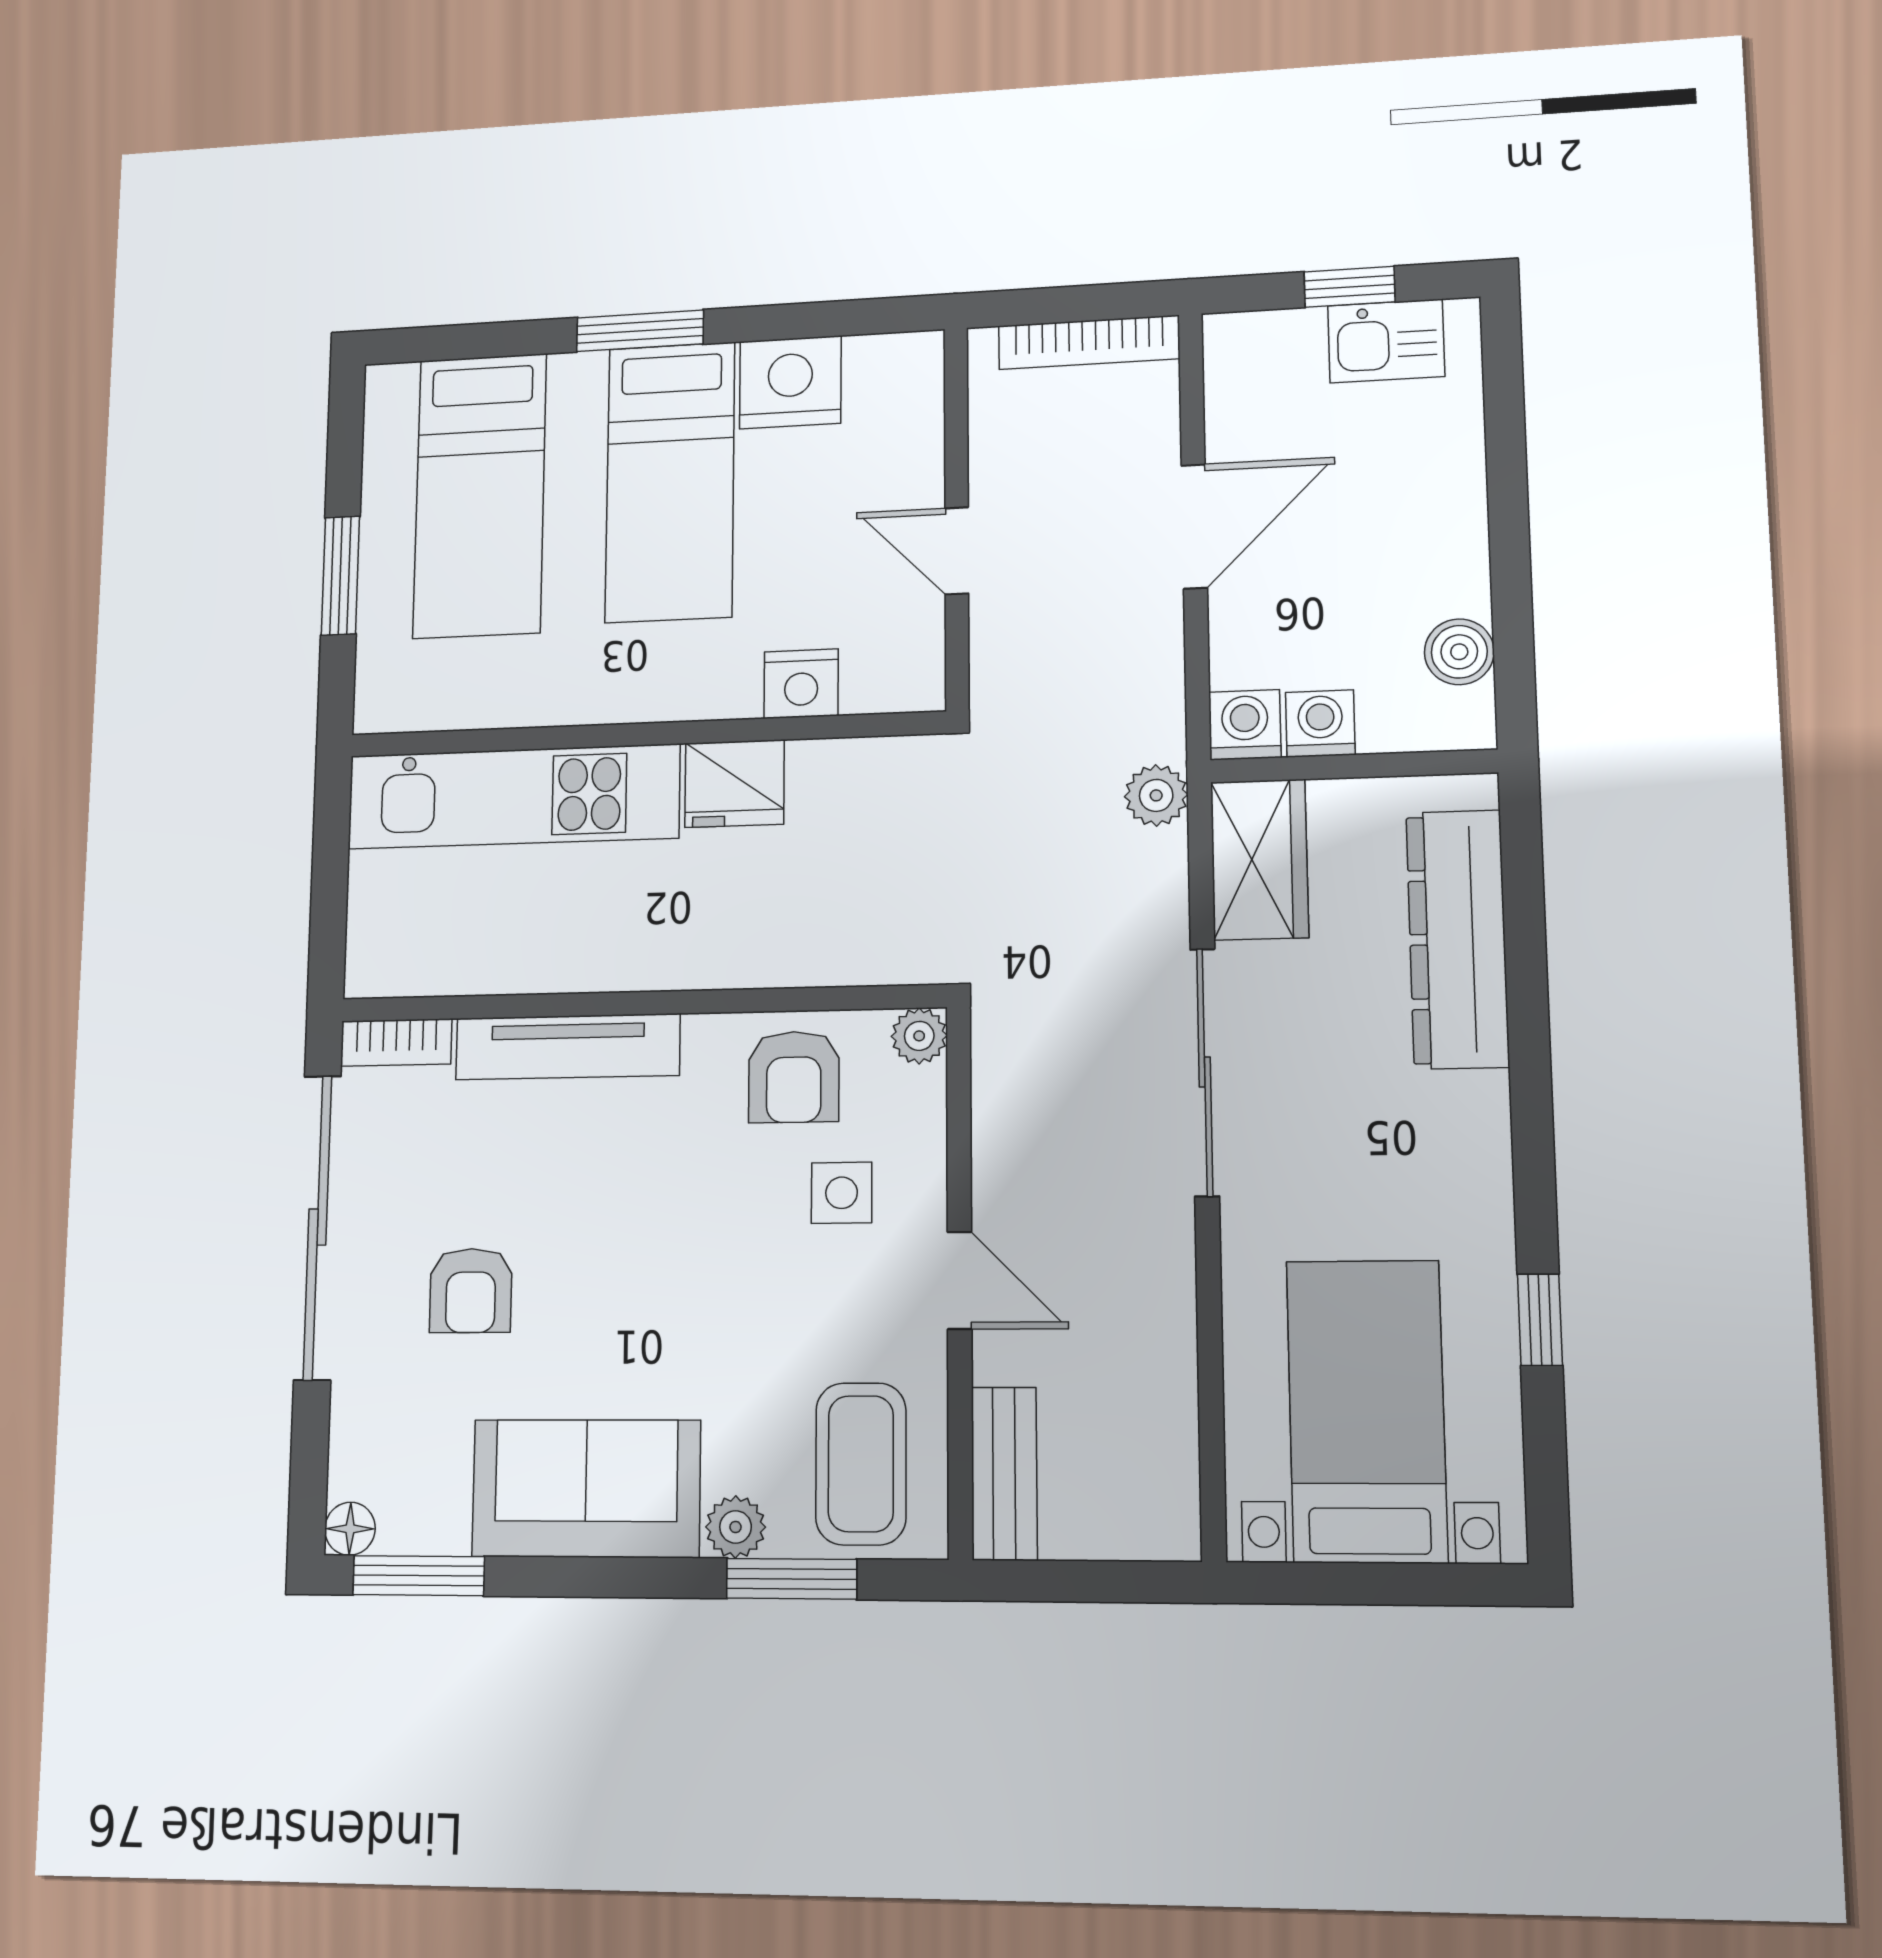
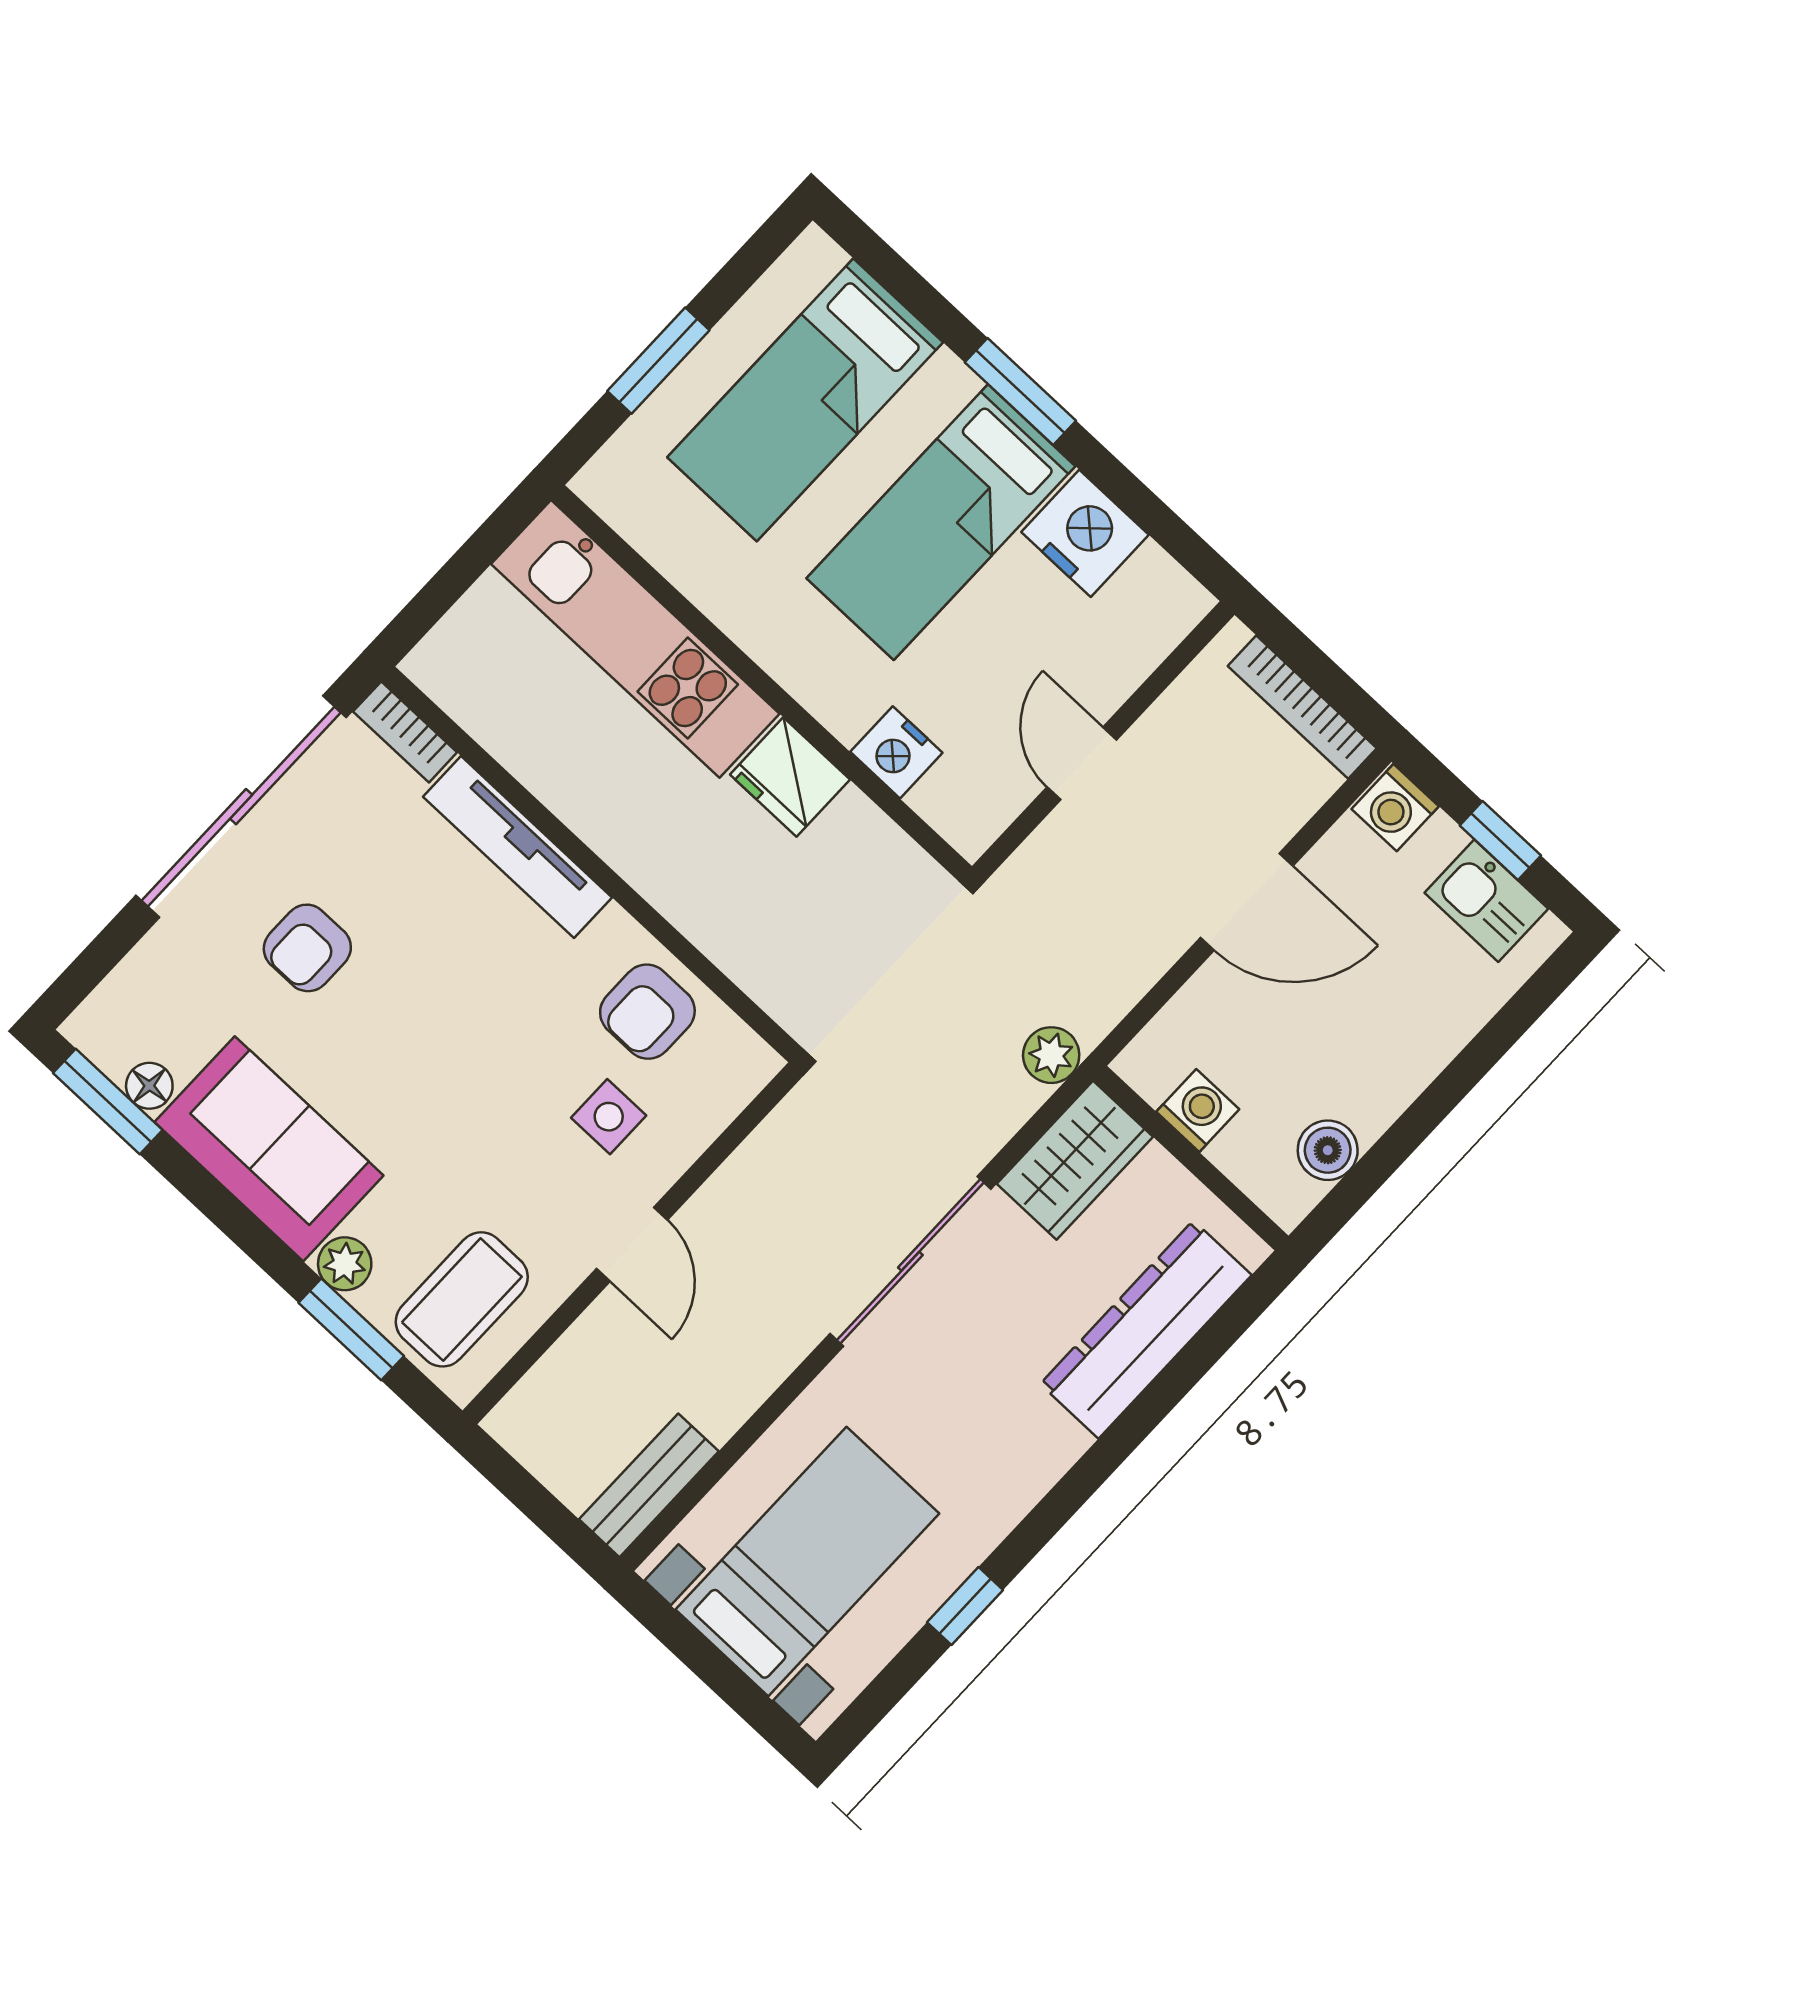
washing machine: (1245, 725) -> (1395, 808), moved, turned 180
plant: (919, 1036) -> (753, 1063), removed
bench: (1004, 1473) -> (649, 1485), moved
floor lamp: (350, 1529) -> (149, 1086), moved

